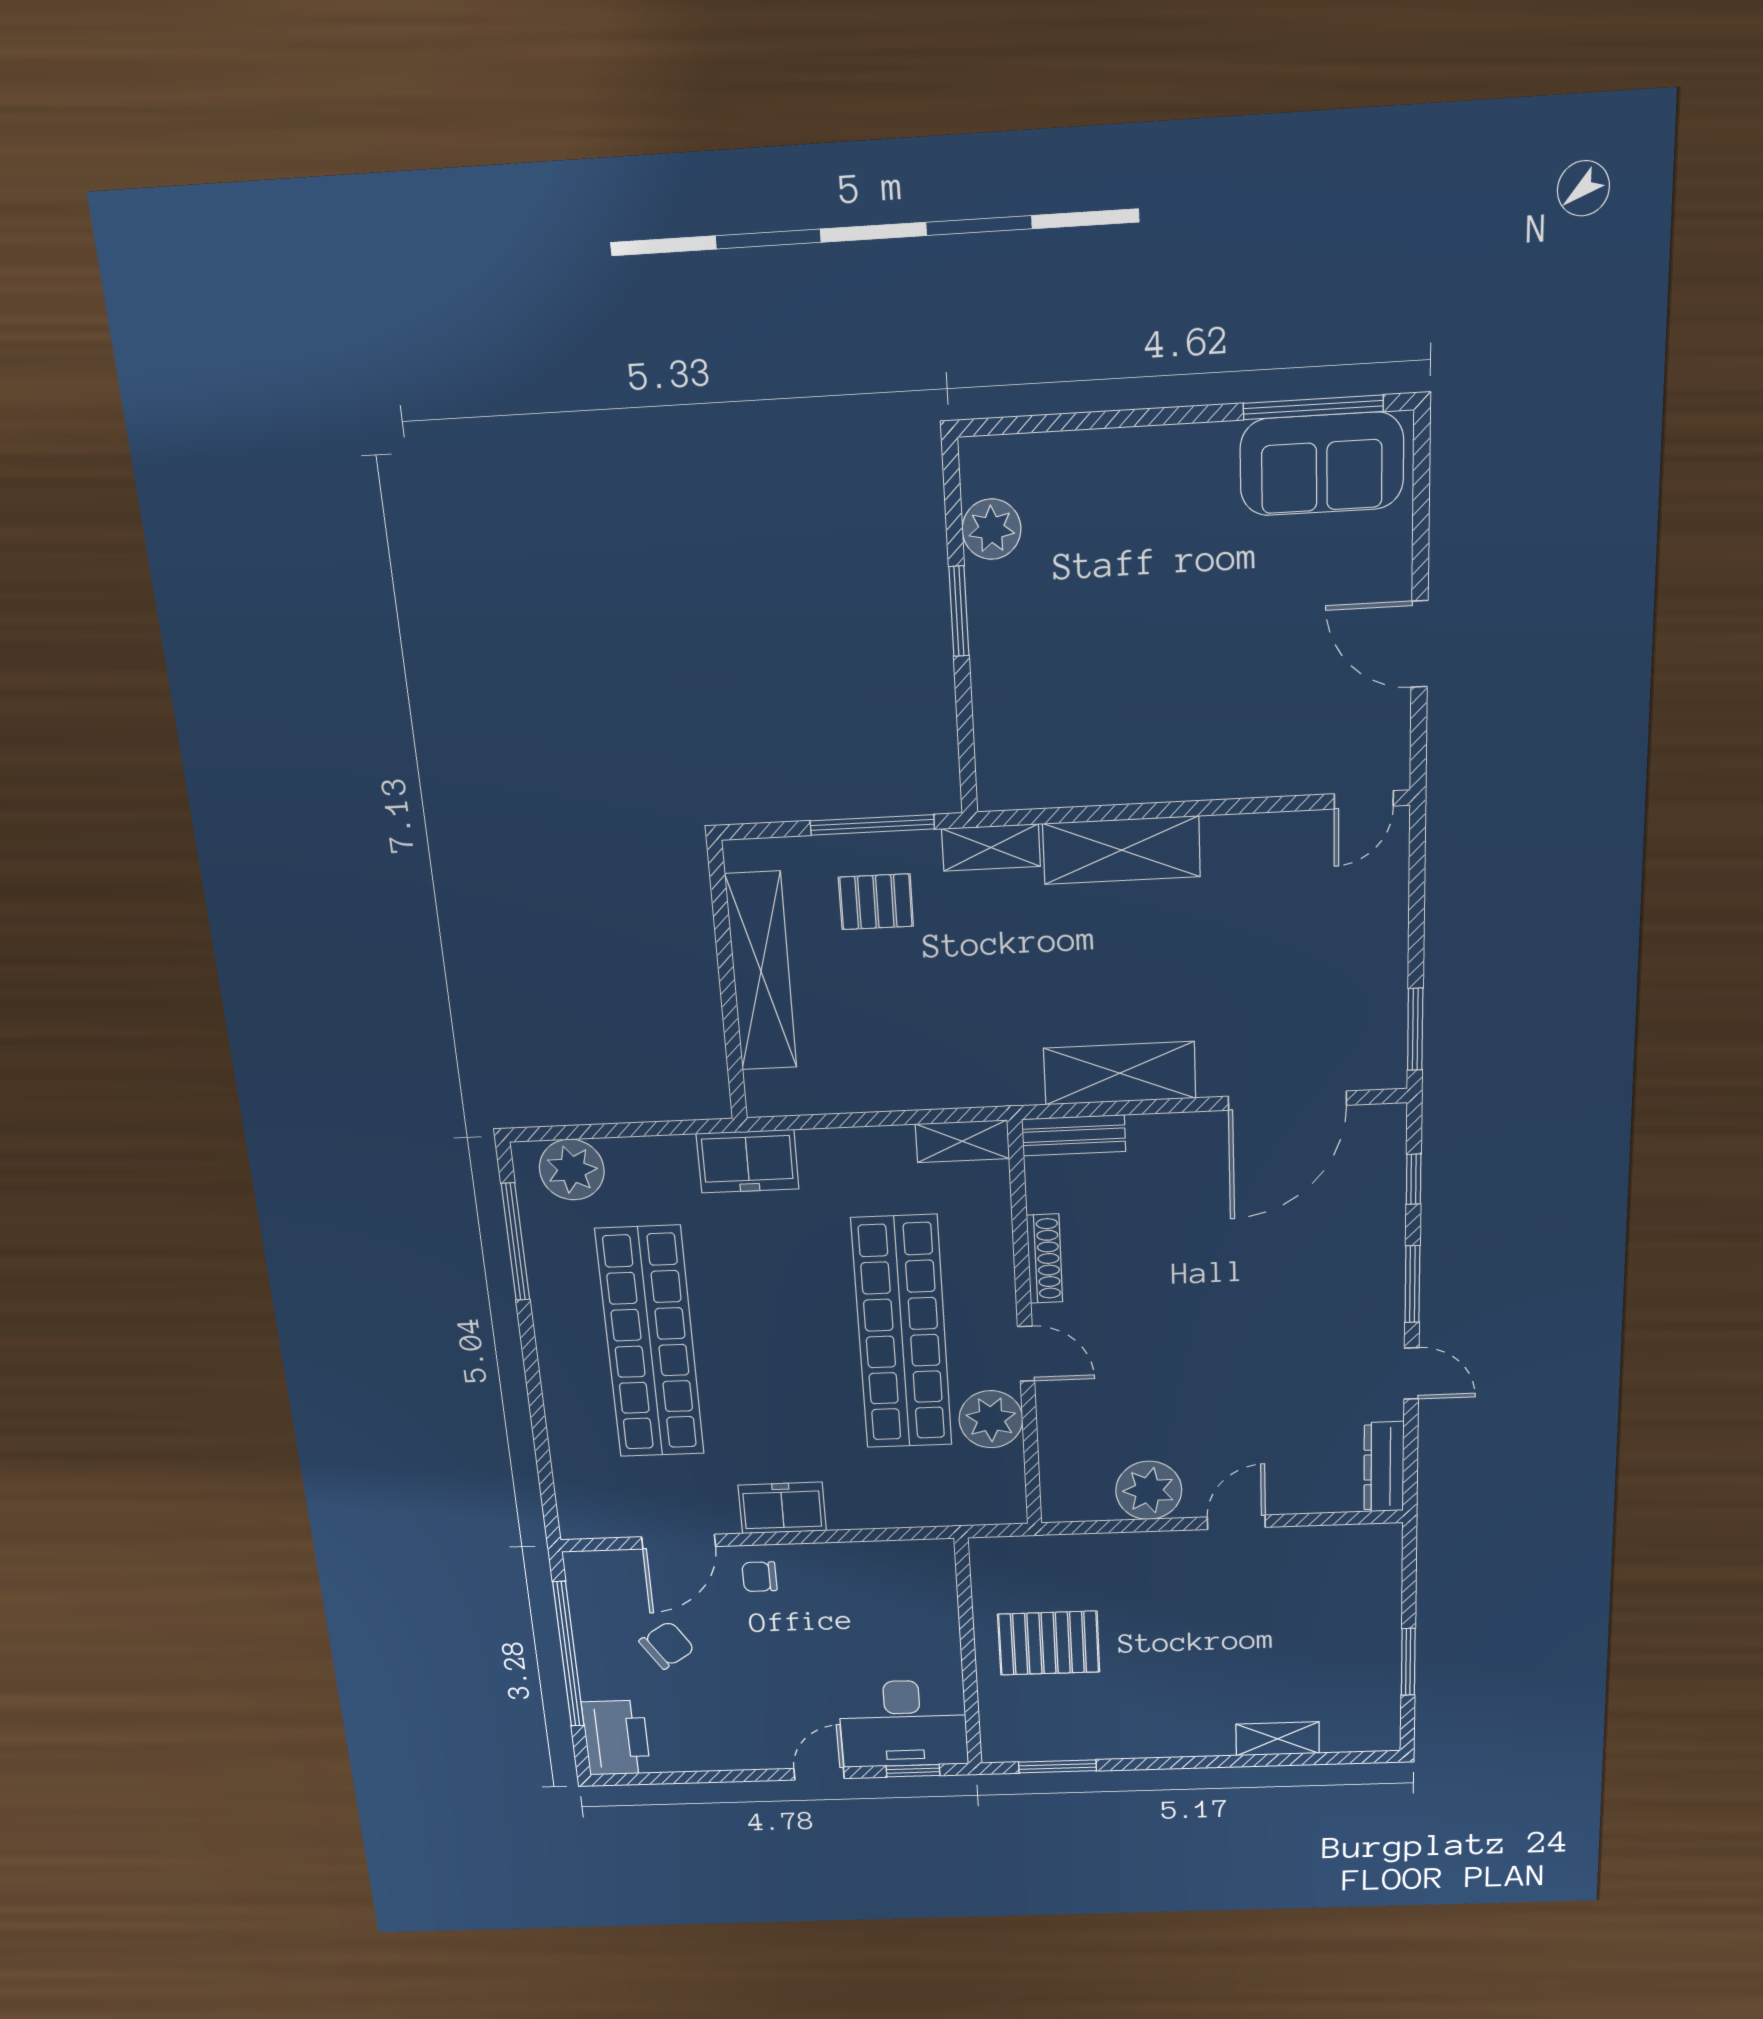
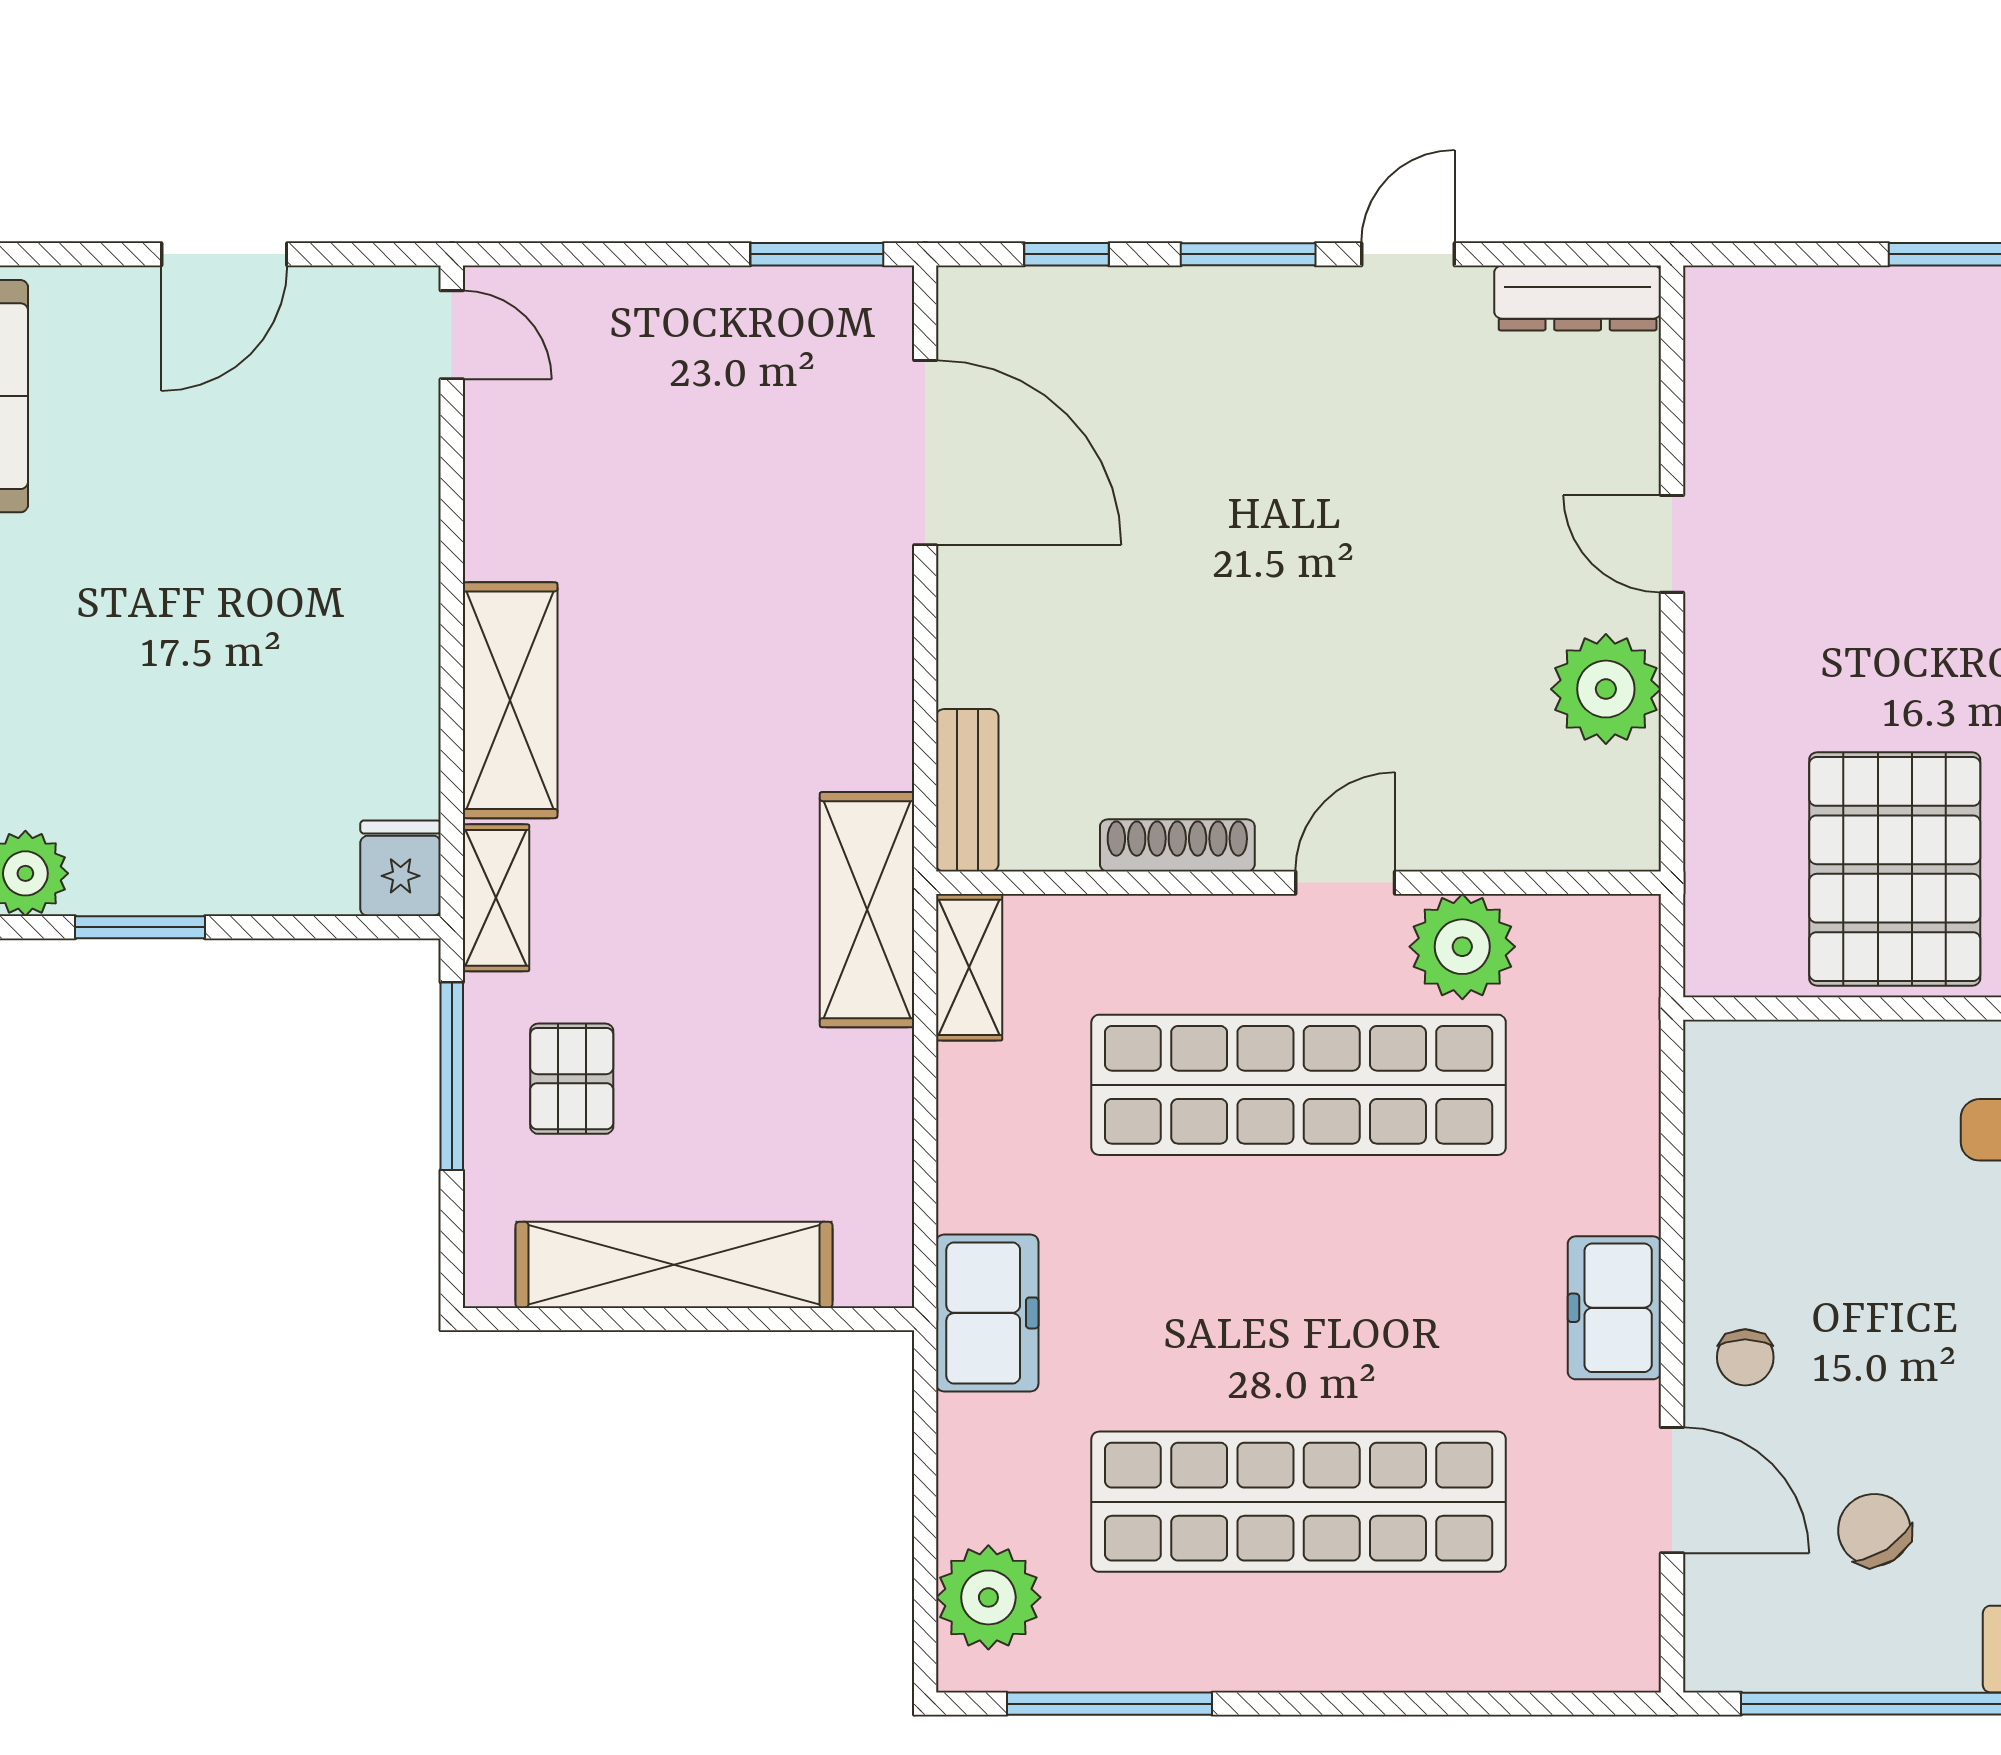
fridge: (1007, 784) -> (401, 868), added
shelving: (1120, 1073) -> (867, 910), moved
pallet: (1049, 1643) -> (1895, 869), width x1.37, depth x1.41

